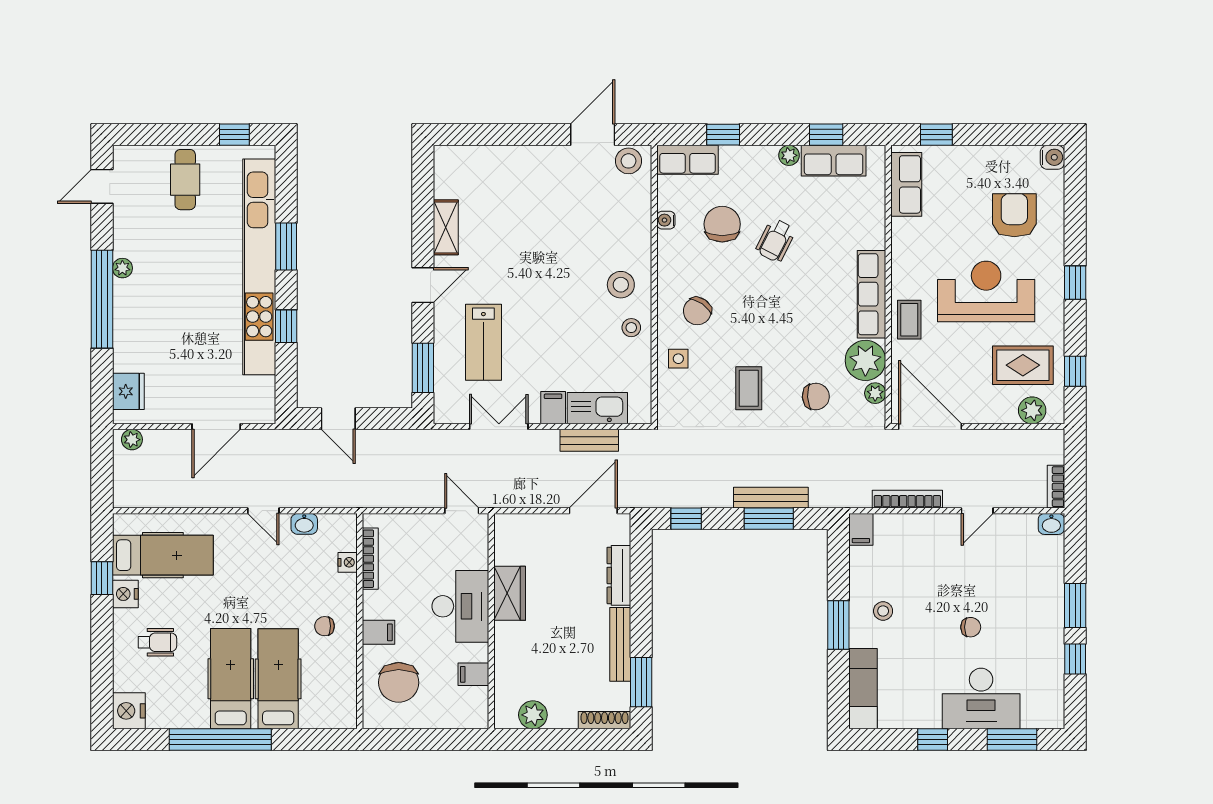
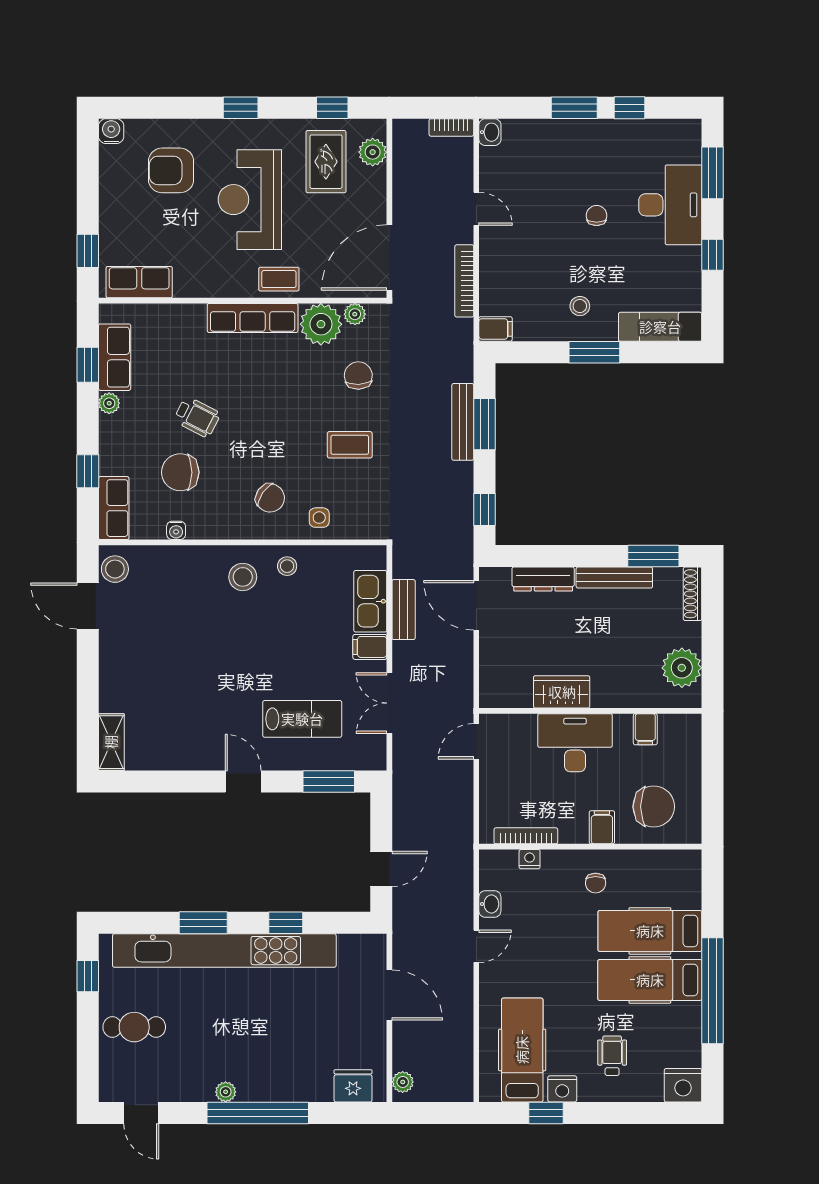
shelving: (446, 227) -> (111, 742), moved, turned 90
plant: (533, 715) -> (682, 668), width x1.36, depth x1.36

